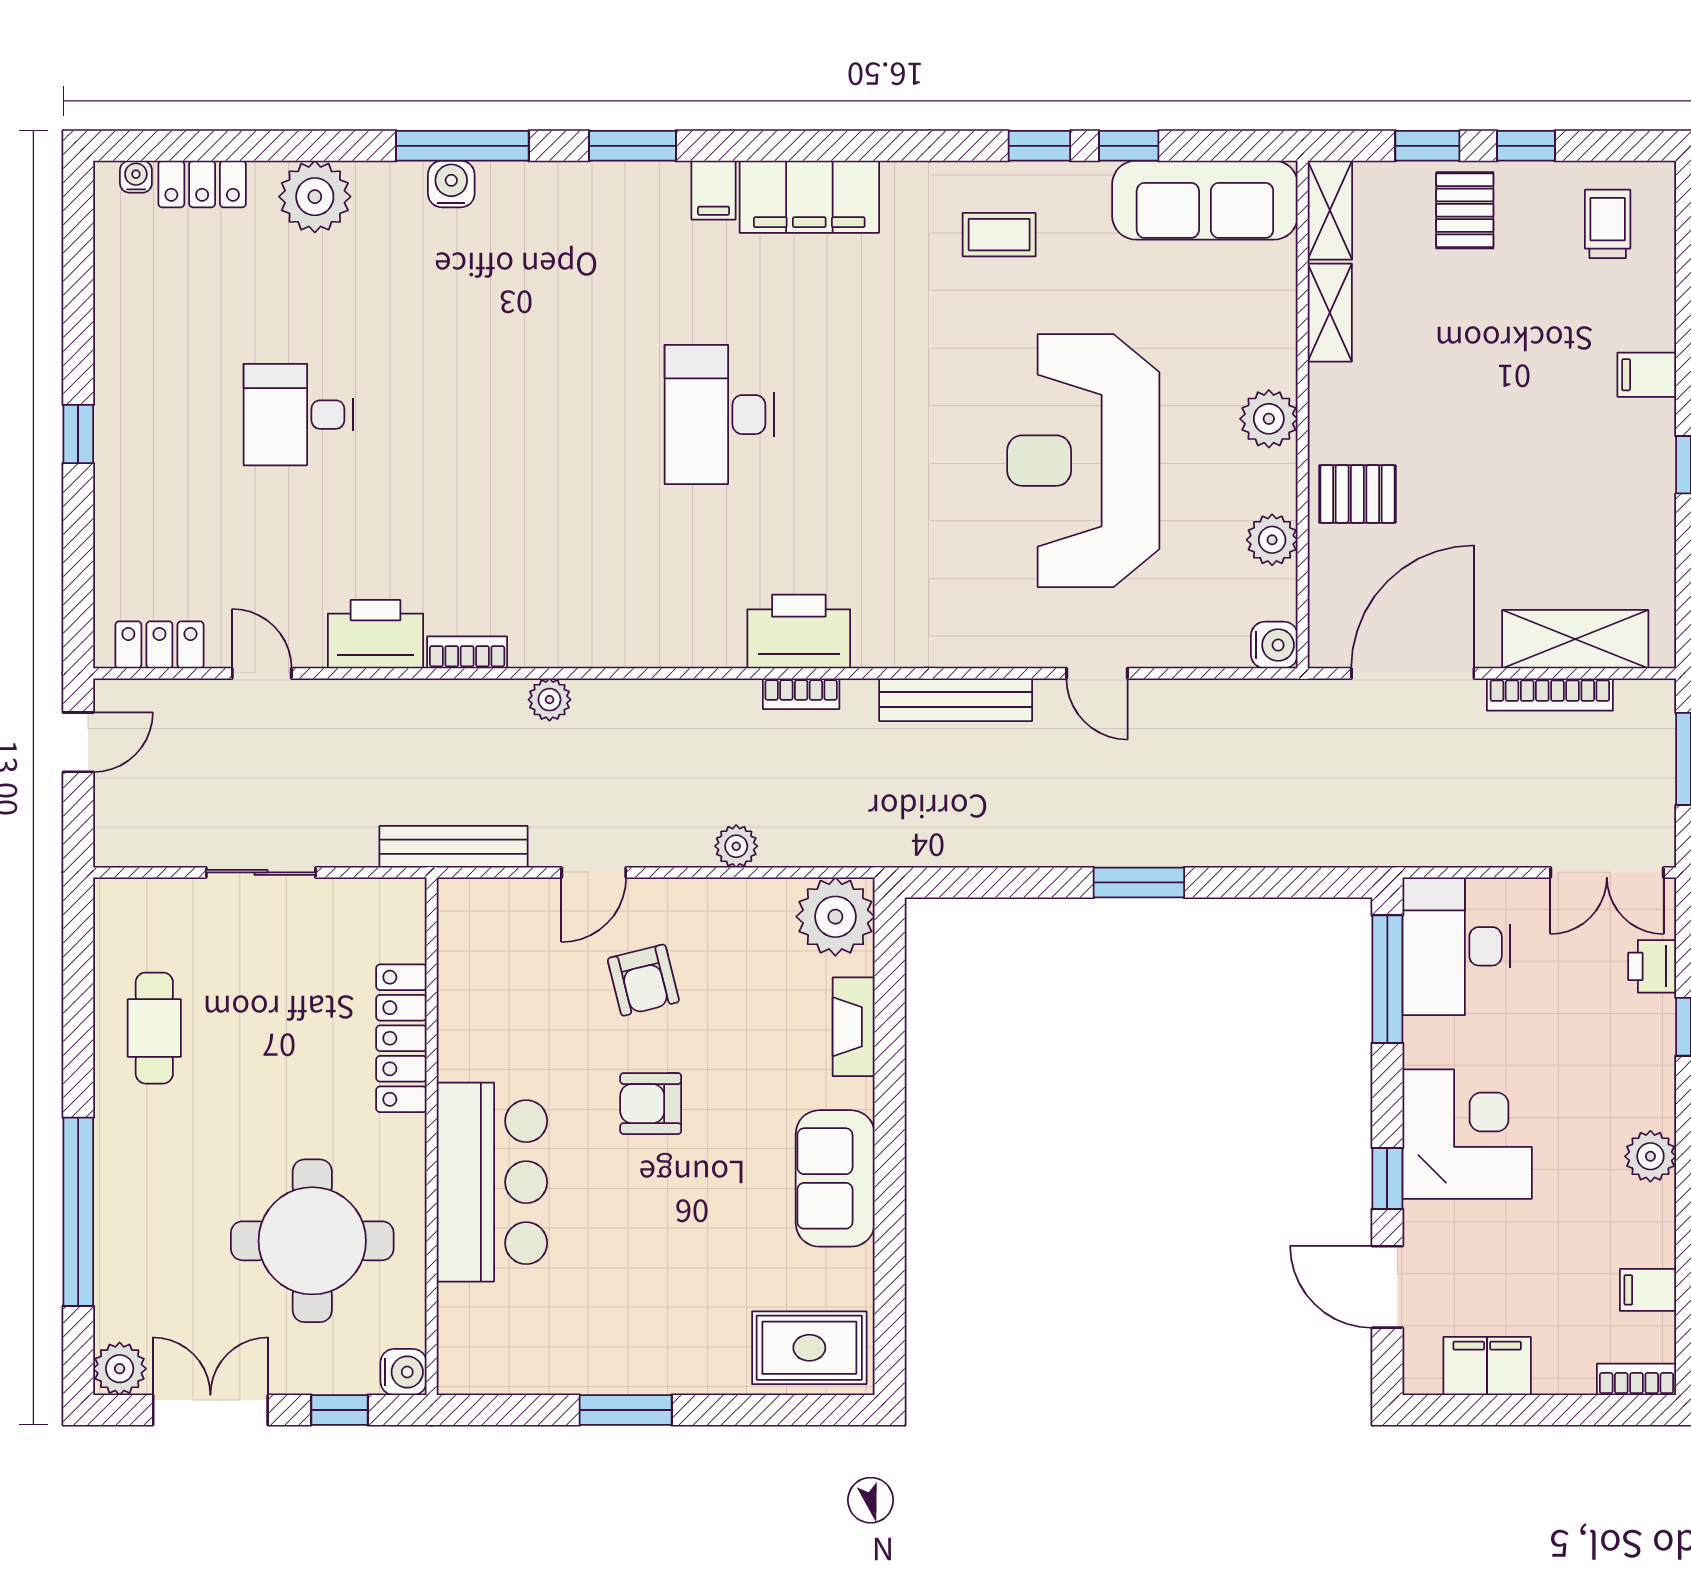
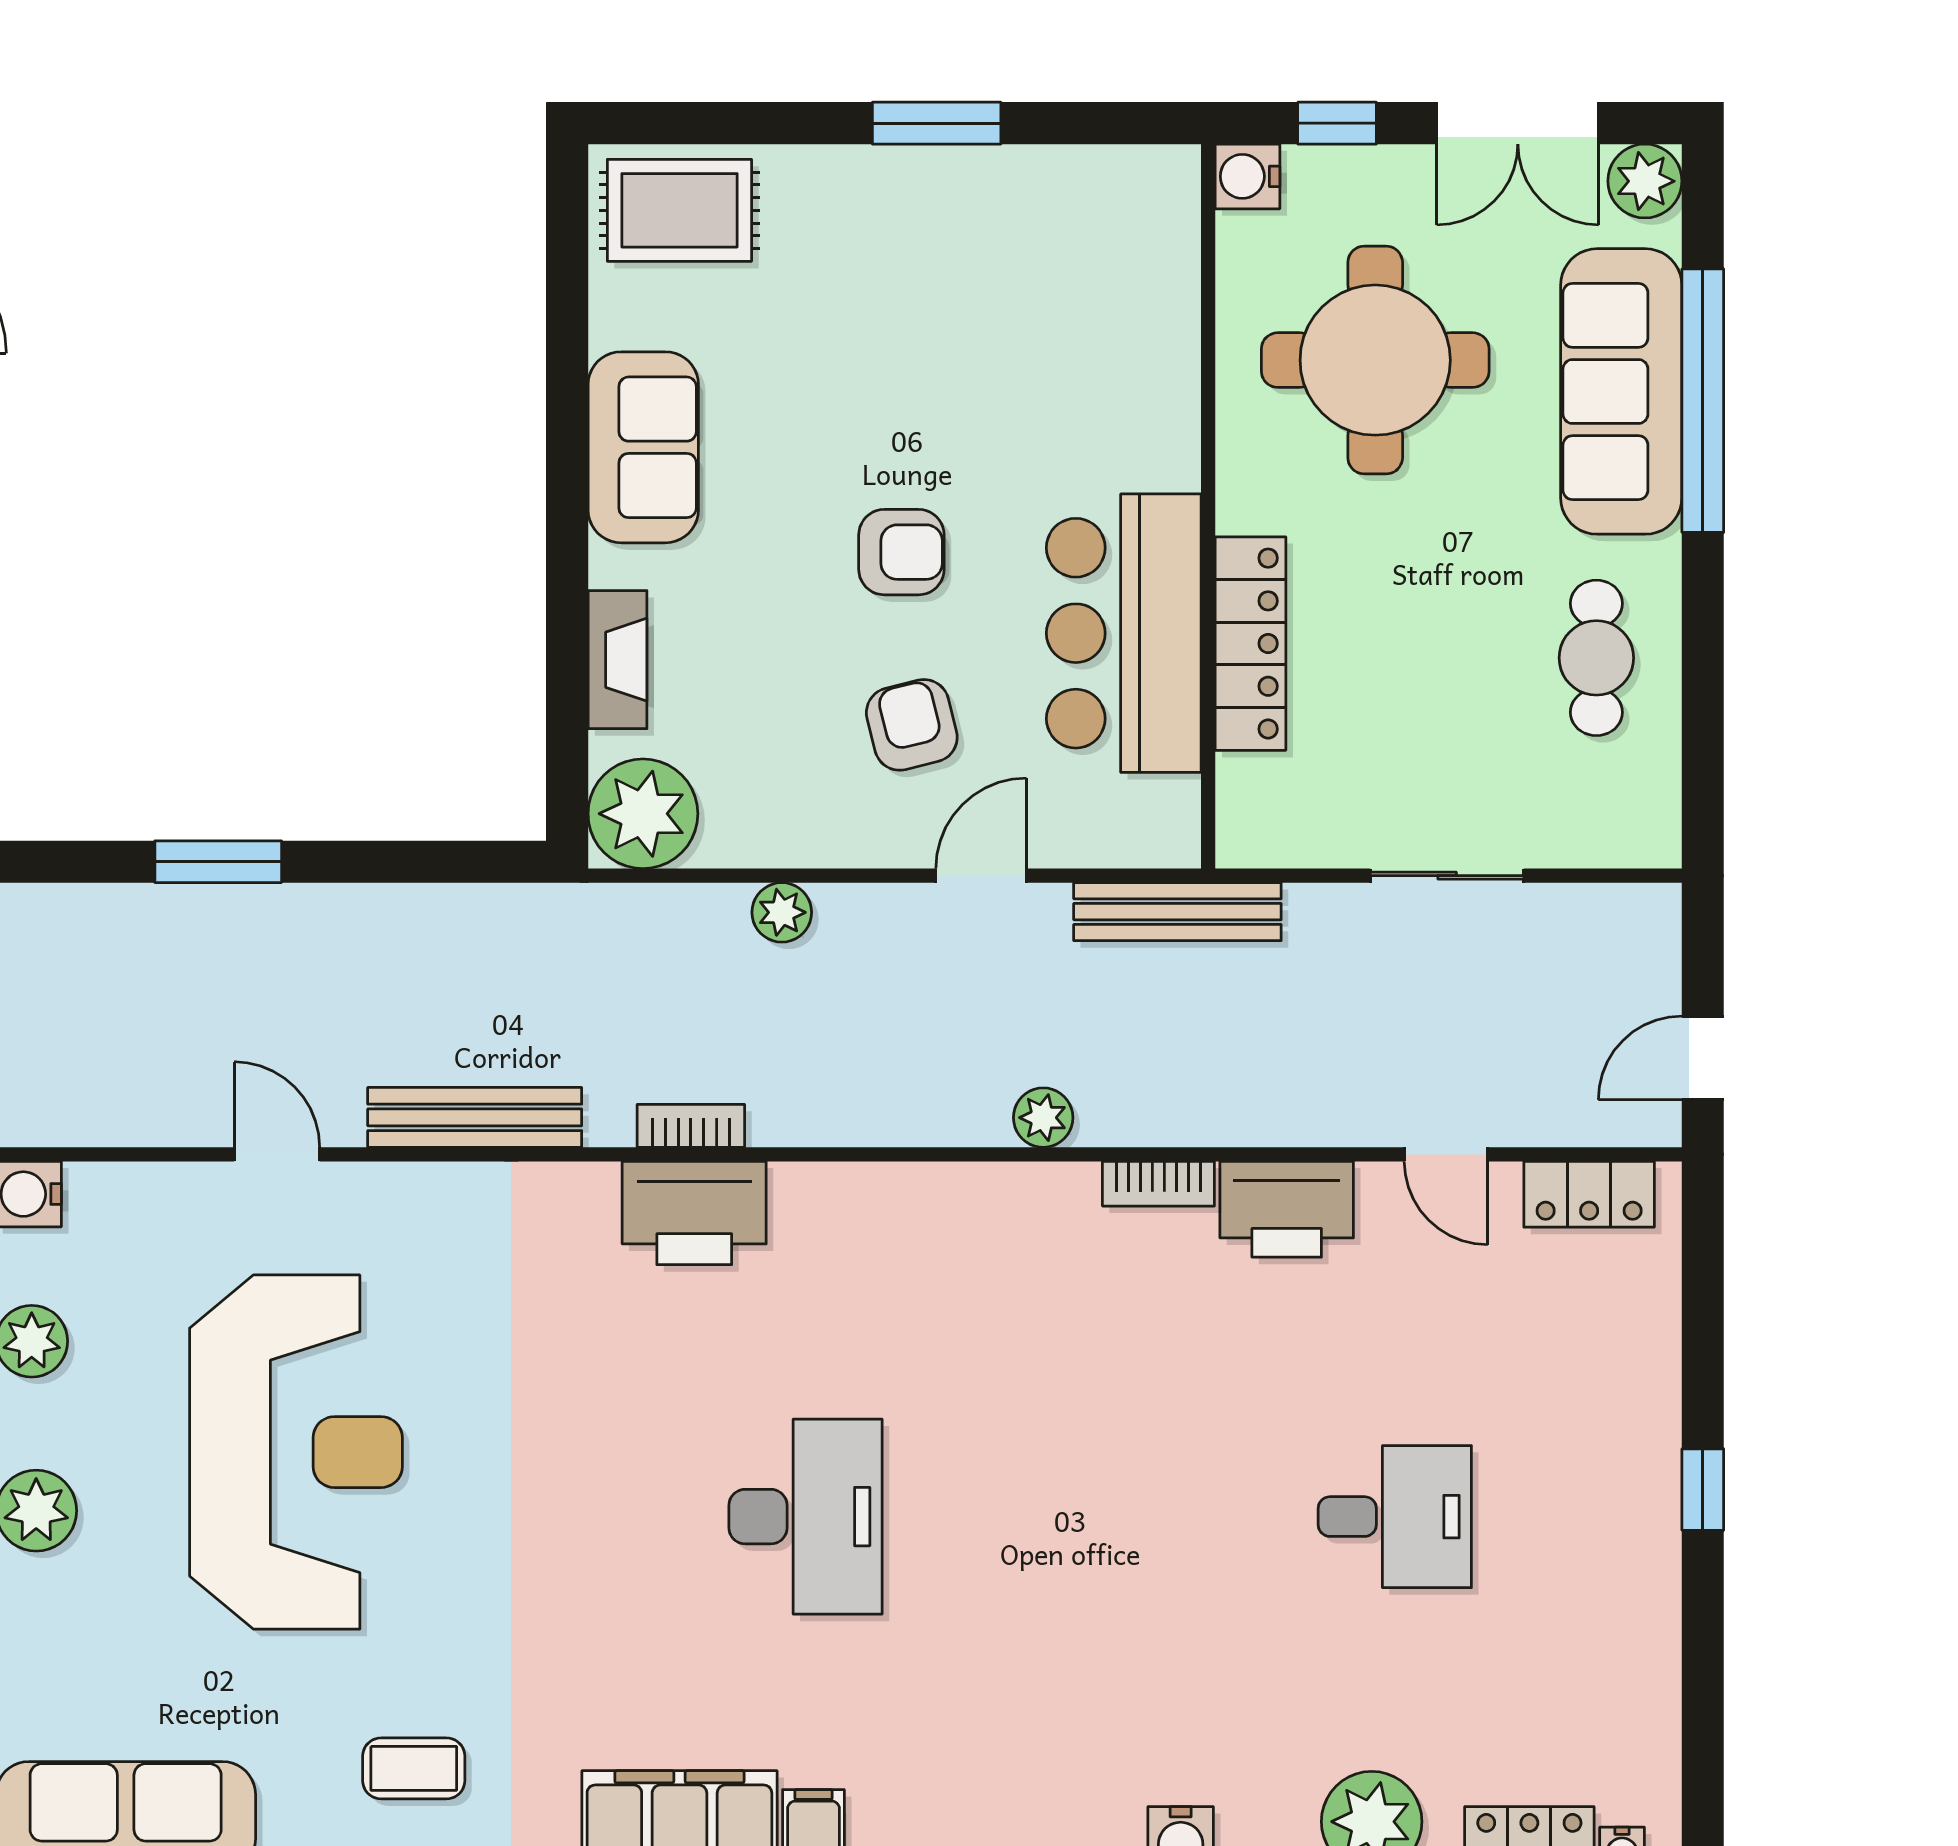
bar counter: (492, 1182) -> (1124, 633), moved
sofa: (137, 1218) -> (1621, 391), added

